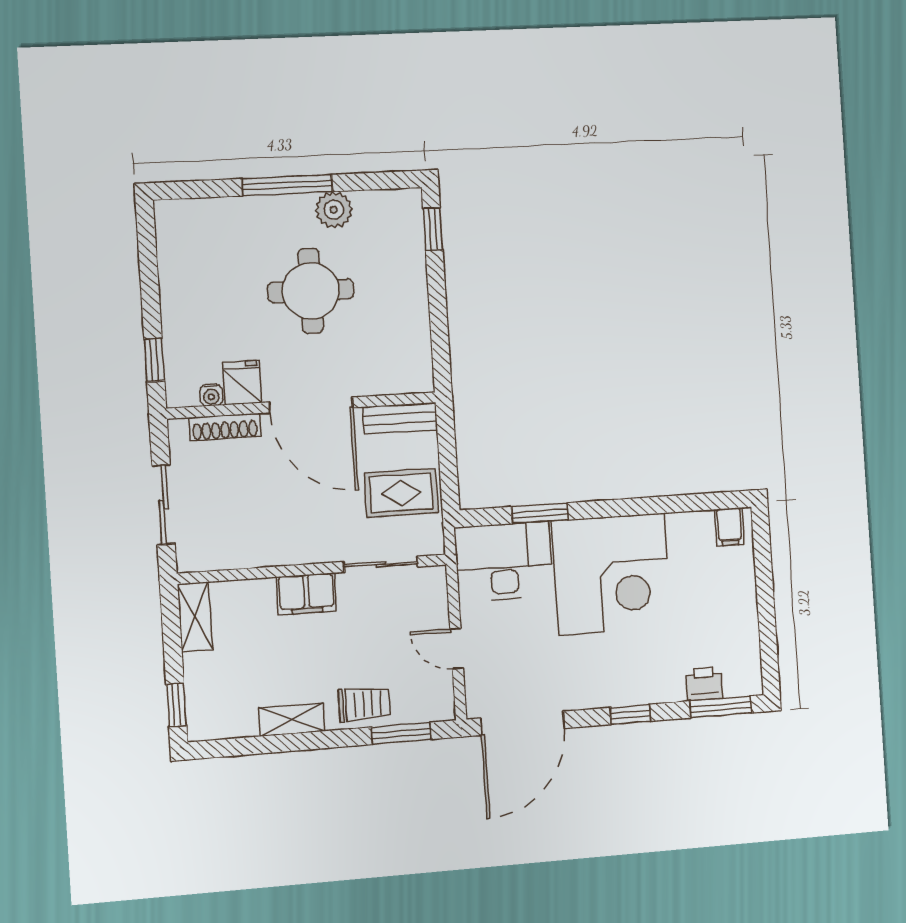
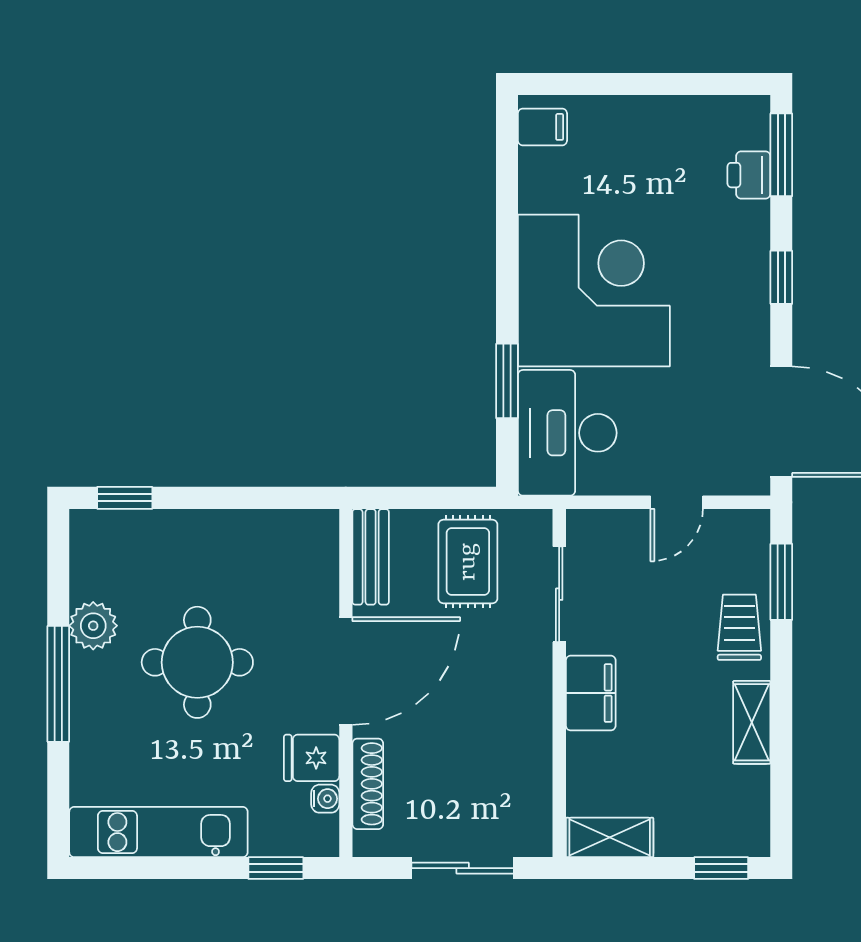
kitchen unit: (177, 268) -> (158, 832), added

